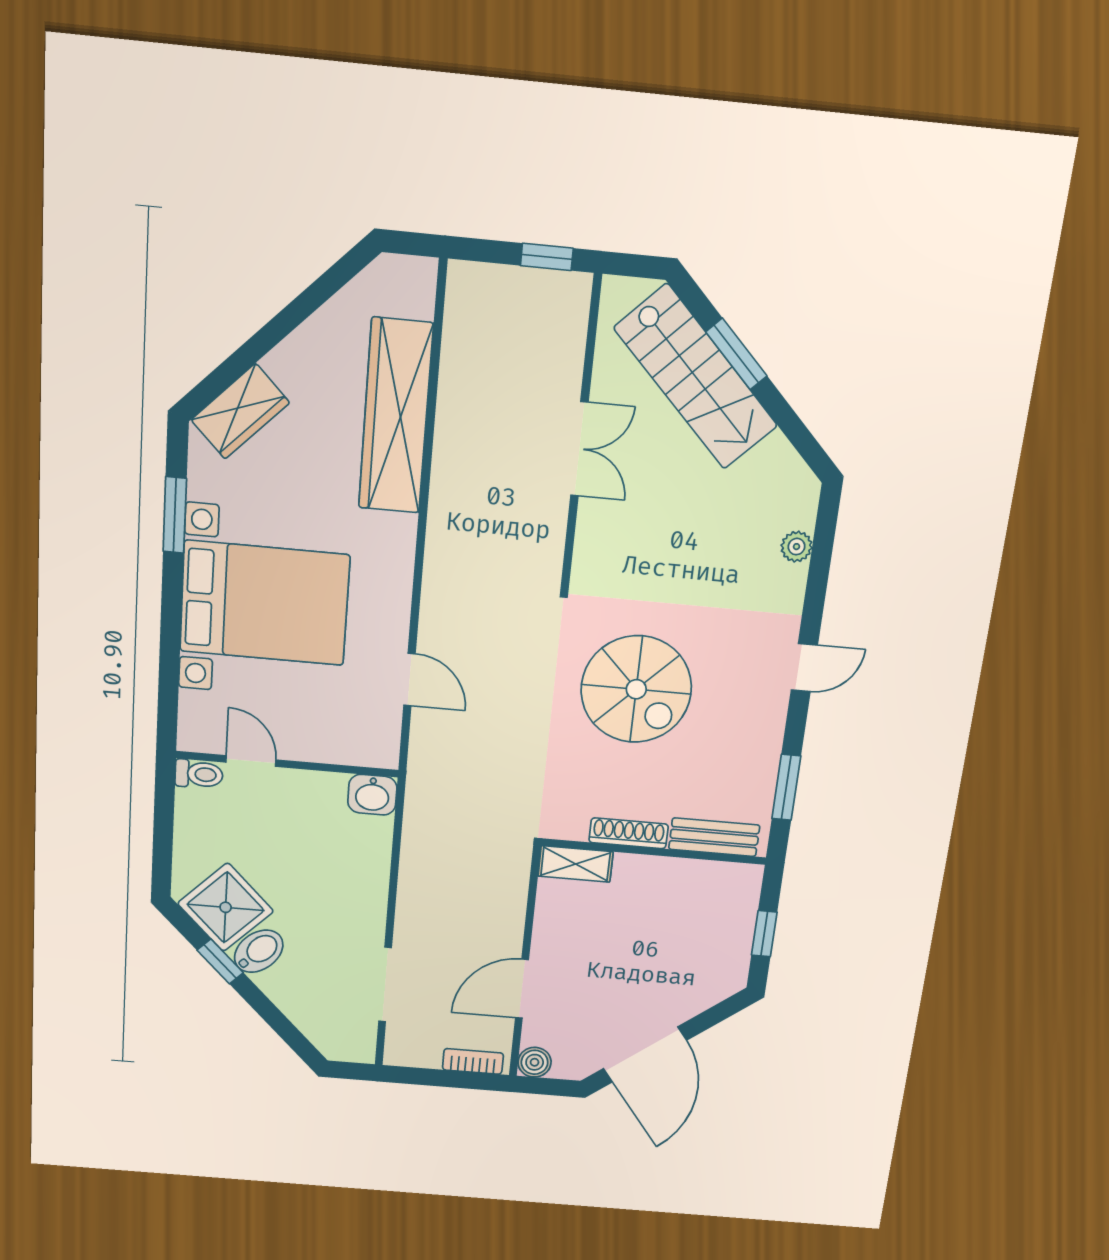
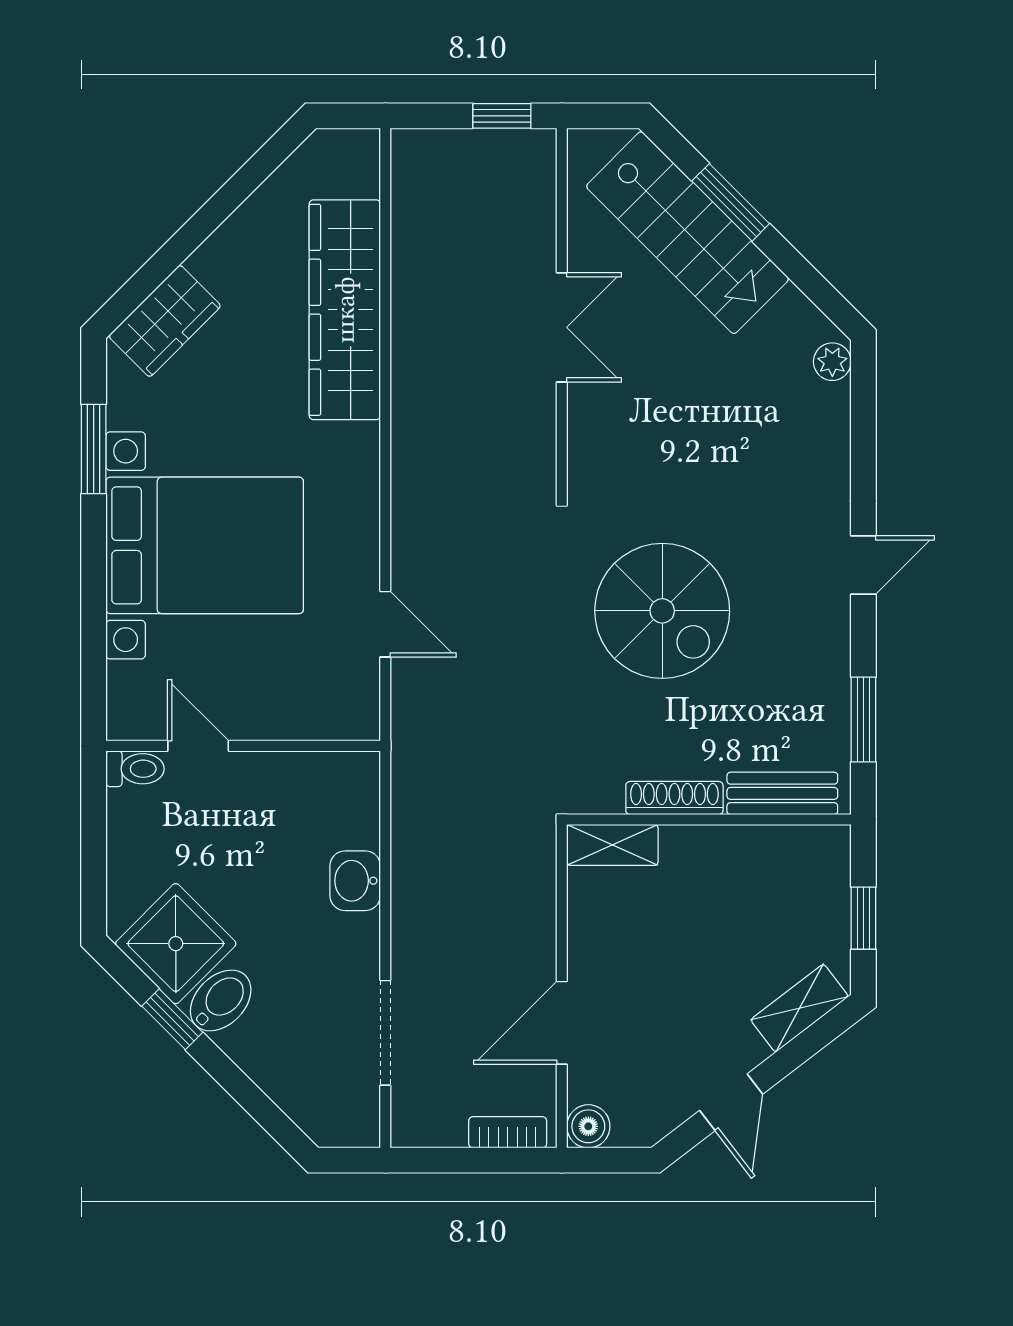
plant: (797, 547) -> (832, 362), moved
washbasin: (372, 795) -> (355, 881), moved, turned 90
shelving: (706, 993) -> (800, 1008), added
door: (645, 1055) -> (731, 1102), width x0.53

